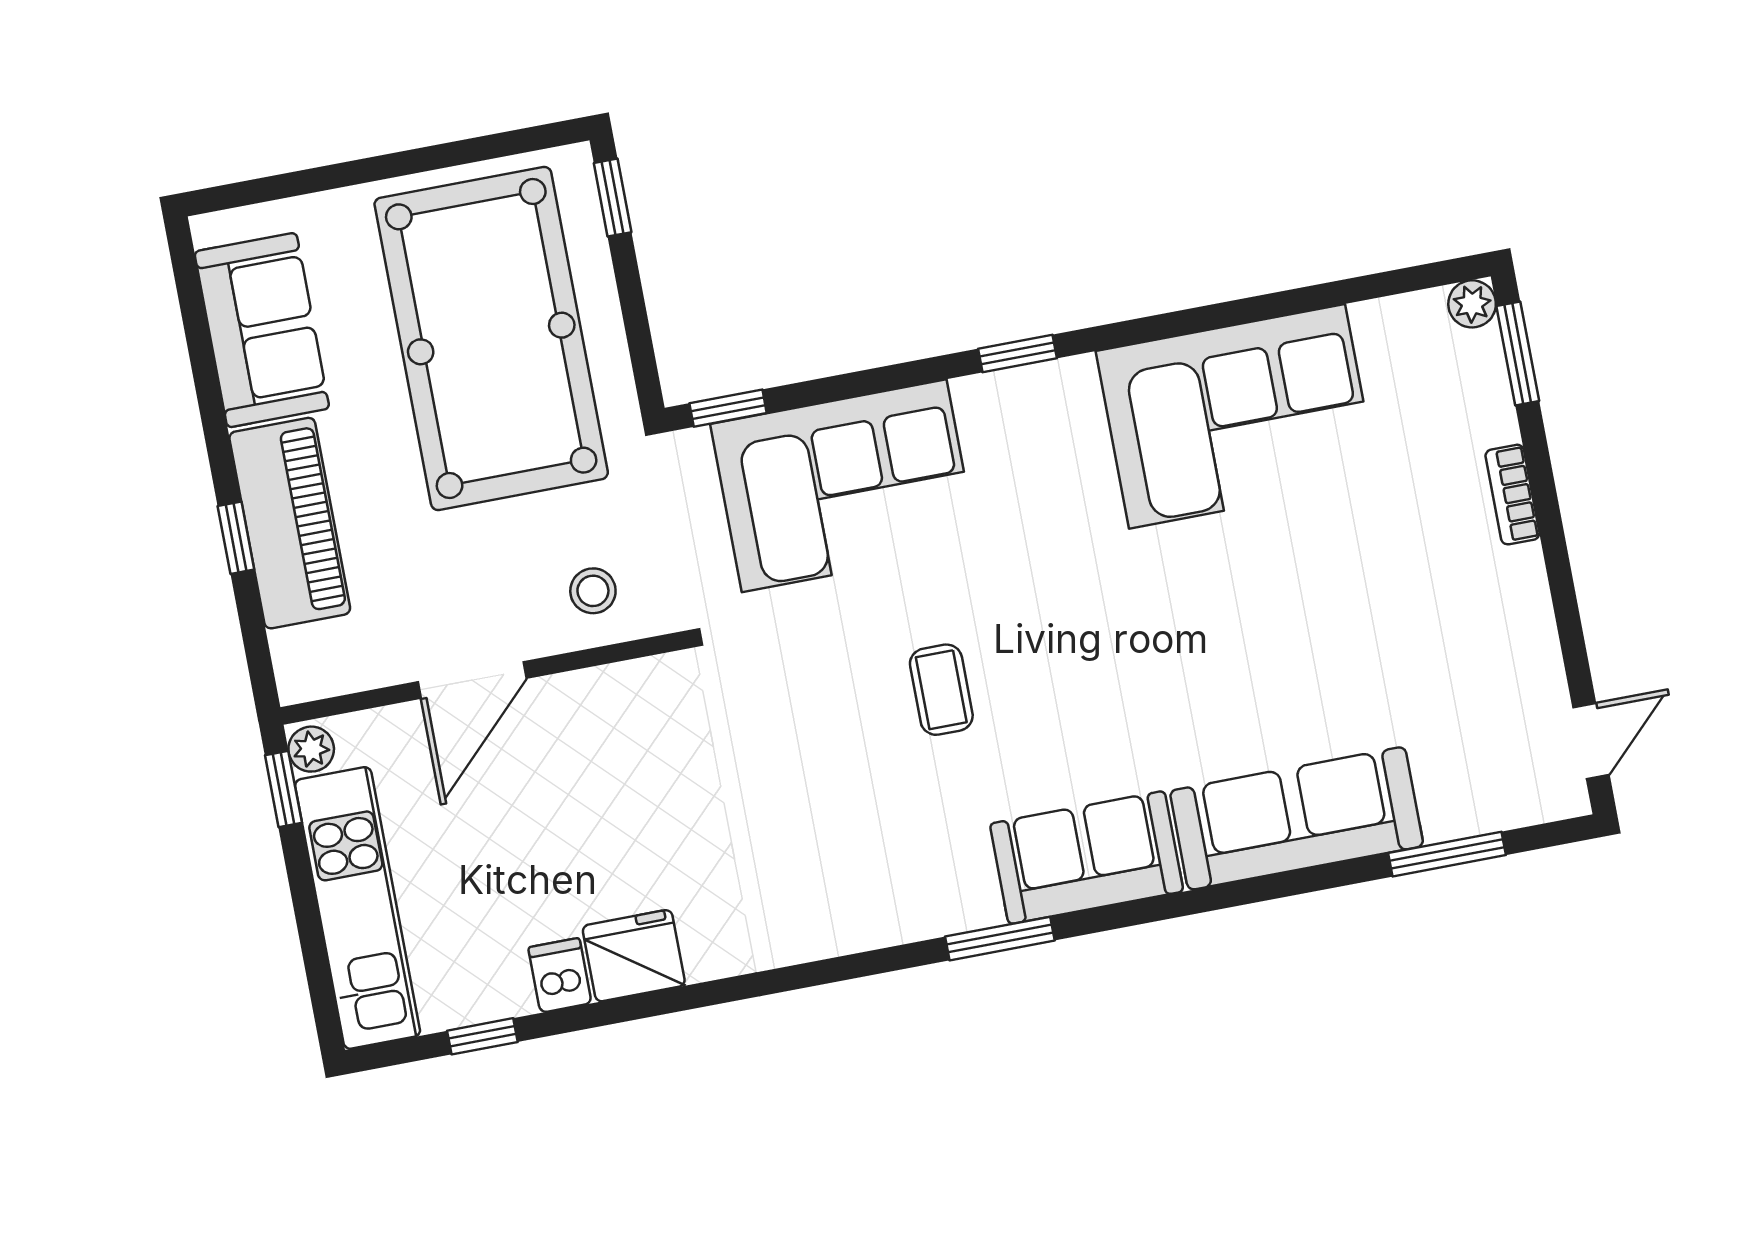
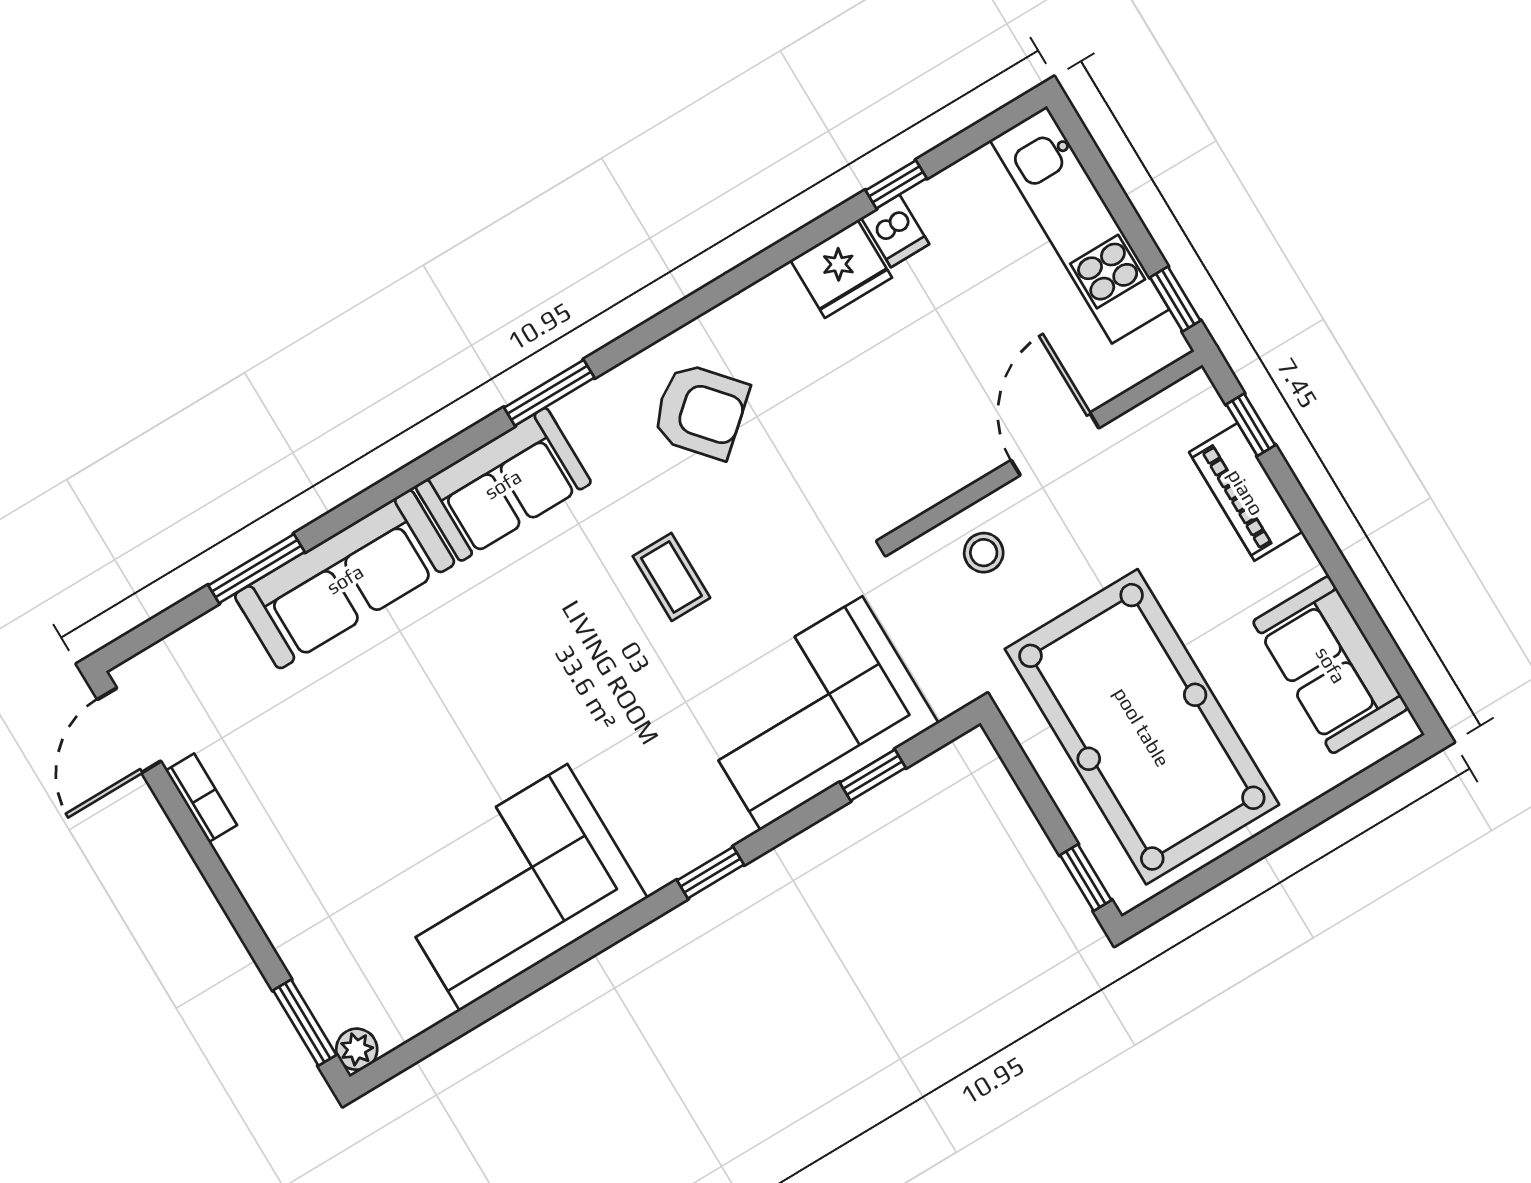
window: (728, 408) -> (873, 775), moved
bookcase: (1512, 495) -> (201, 798), moved
piano: (290, 523) -> (1246, 492), width x0.73, depth x0.75
window: (236, 538) -> (1251, 425), moved
door: (1591, 741) -> (129, 730), width x1.38
plant: (311, 749) -> (1165, 340), removed
window: (1447, 854) -> (257, 569), moved
armchair: (843, 858) -> (700, 411), added
window: (482, 1036) -> (896, 184), moved

